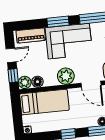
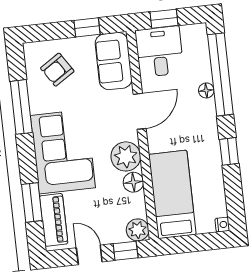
window: (58, 22) -> (32, 202), moved
floor lamp: (37, 82) -> (133, 182), moved

